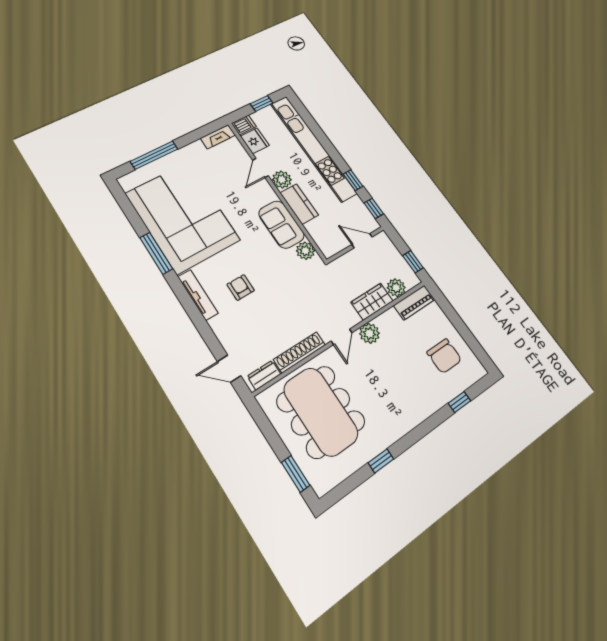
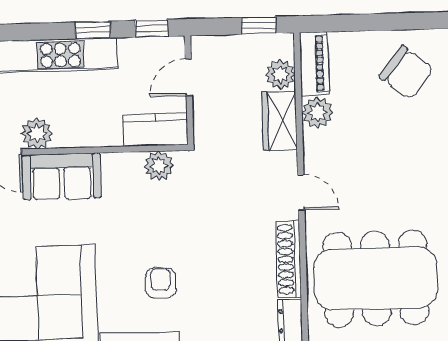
kitchen counter: (299, 204) -> (155, 130), moved
sofa: (281, 224) -> (62, 176), moved
armchair: (241, 287) -> (161, 283), turned 90
plant: (369, 333) -> (317, 113), moved
chair: (444, 356) -> (406, 72), turned 38

